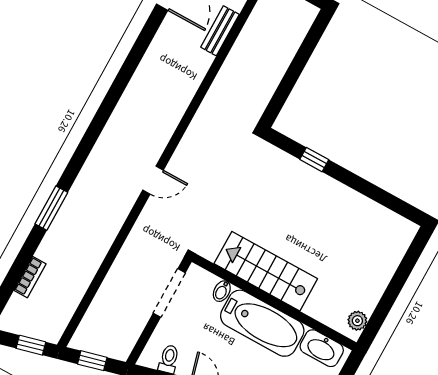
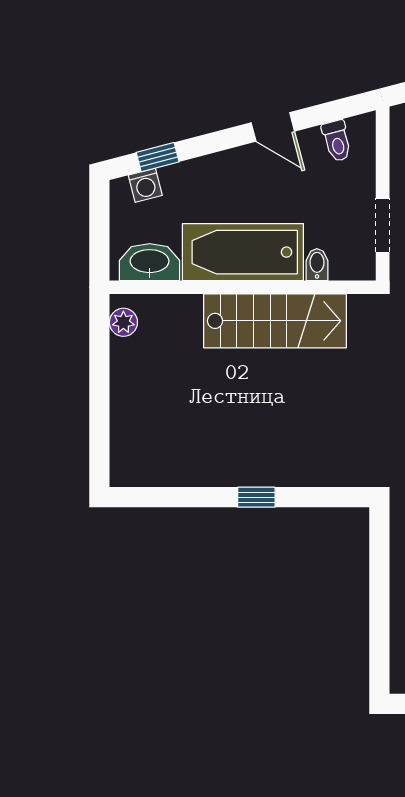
window: (314, 160) -> (256, 497), moved
doorway: (169, 293) -> (383, 225), width x0.73

